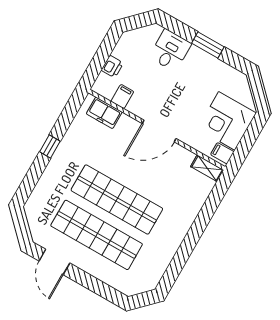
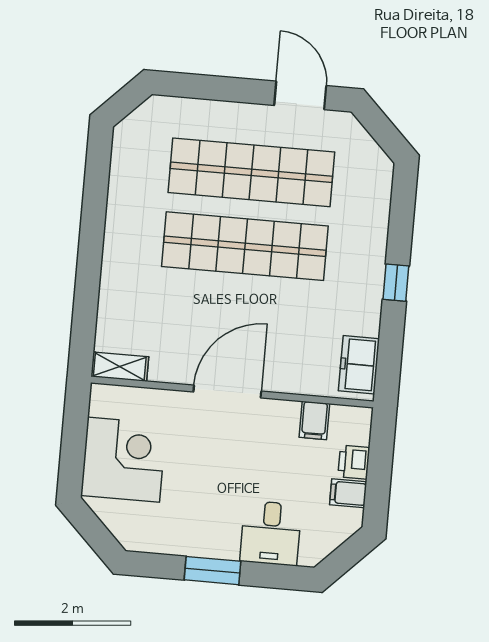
freezer: (104, 113) -> (359, 365), moved, turned -90
filing cabinet: (222, 153) -> (348, 493), moved, turned 180

